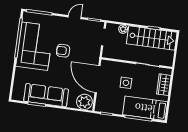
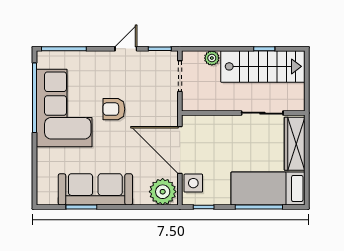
side table: (126, 83) -> (193, 183), moved
wardrobe: (164, 85) -> (295, 144), width x1.50

